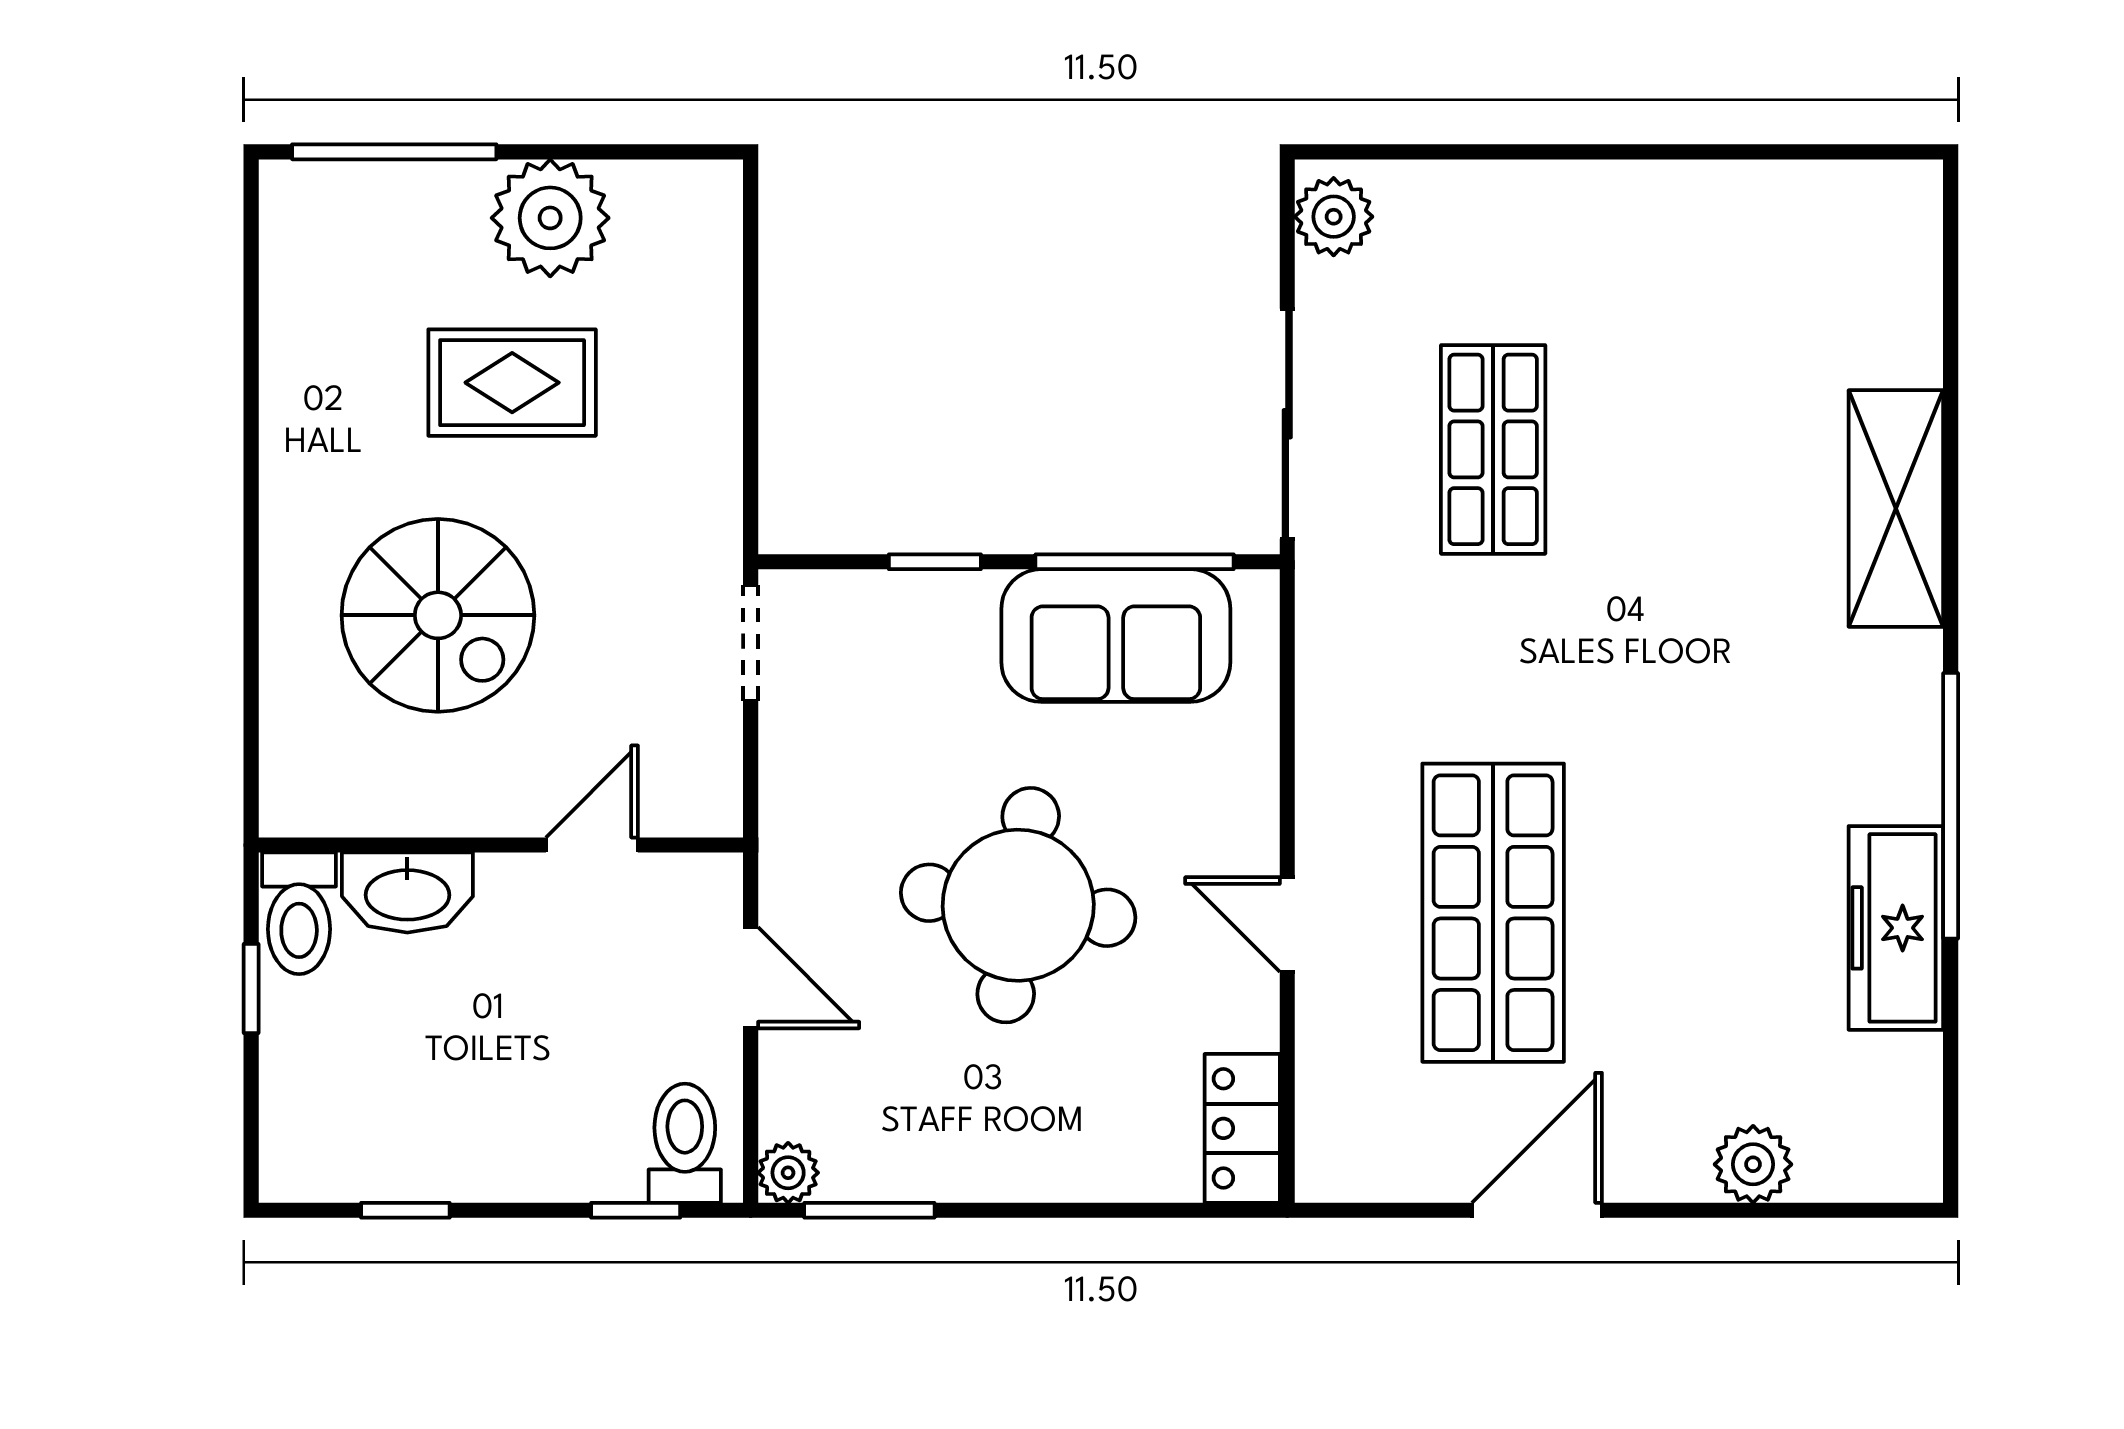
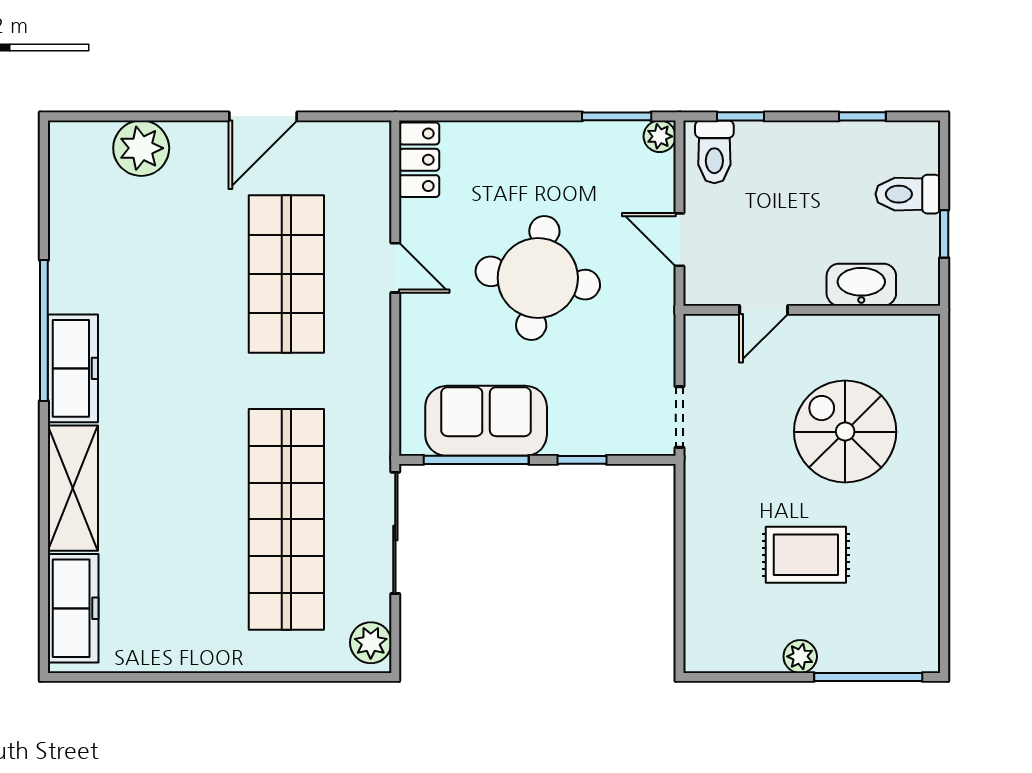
plant: (550, 218) -> (800, 656), width x0.53, depth x0.53
freezer: (1896, 282) -> (73, 608), added
shop shelf: (1493, 449) -> (286, 519), width x2.00, depth x1.36
toilet: (299, 913) -> (908, 194), moved, turned -90
freezer: (1896, 928) -> (73, 368), moved
plant: (1753, 1164) -> (141, 148), width x1.36, depth x1.36

